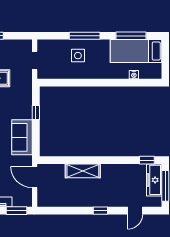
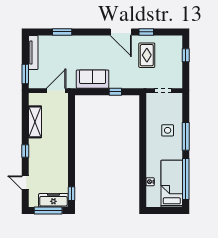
window: (131, 36) -> (186, 179), width x1.46
shelving: (83, 171) -> (35, 122), moved

